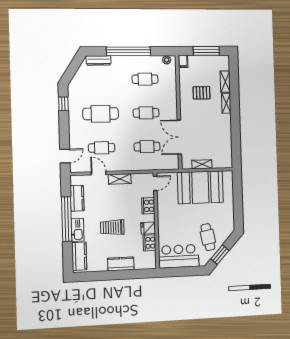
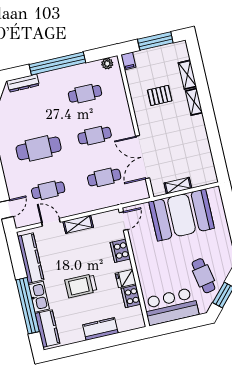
kitchen counter: (77, 198) -> (31, 258), width x1.50
window: (67, 219) -> (28, 306), moved

